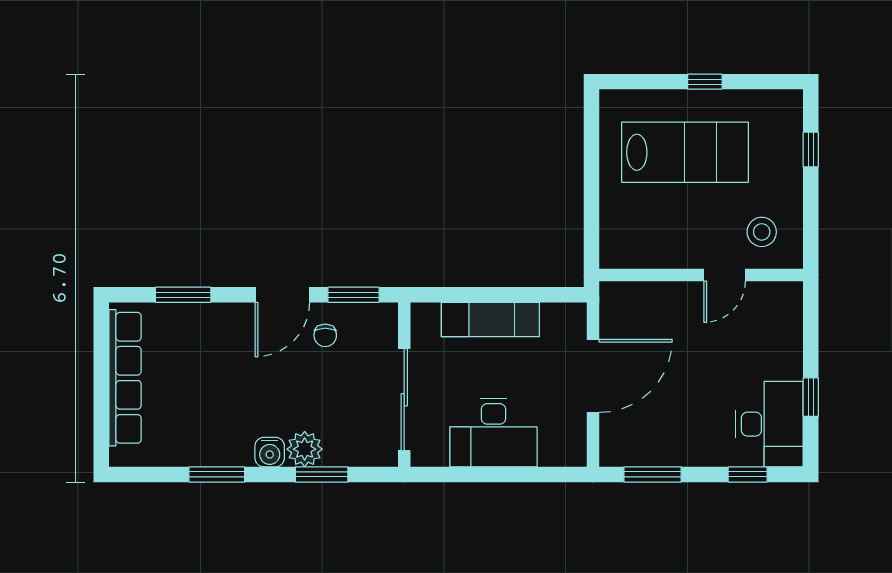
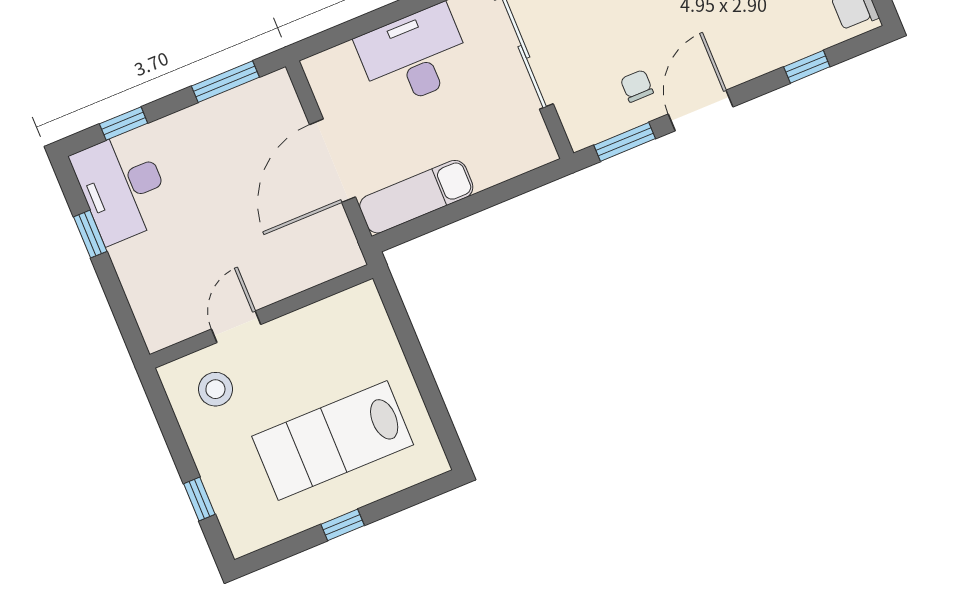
window: (183, 295) -> (807, 67), width x0.67
exam couch: (490, 320) -> (416, 197), moved

